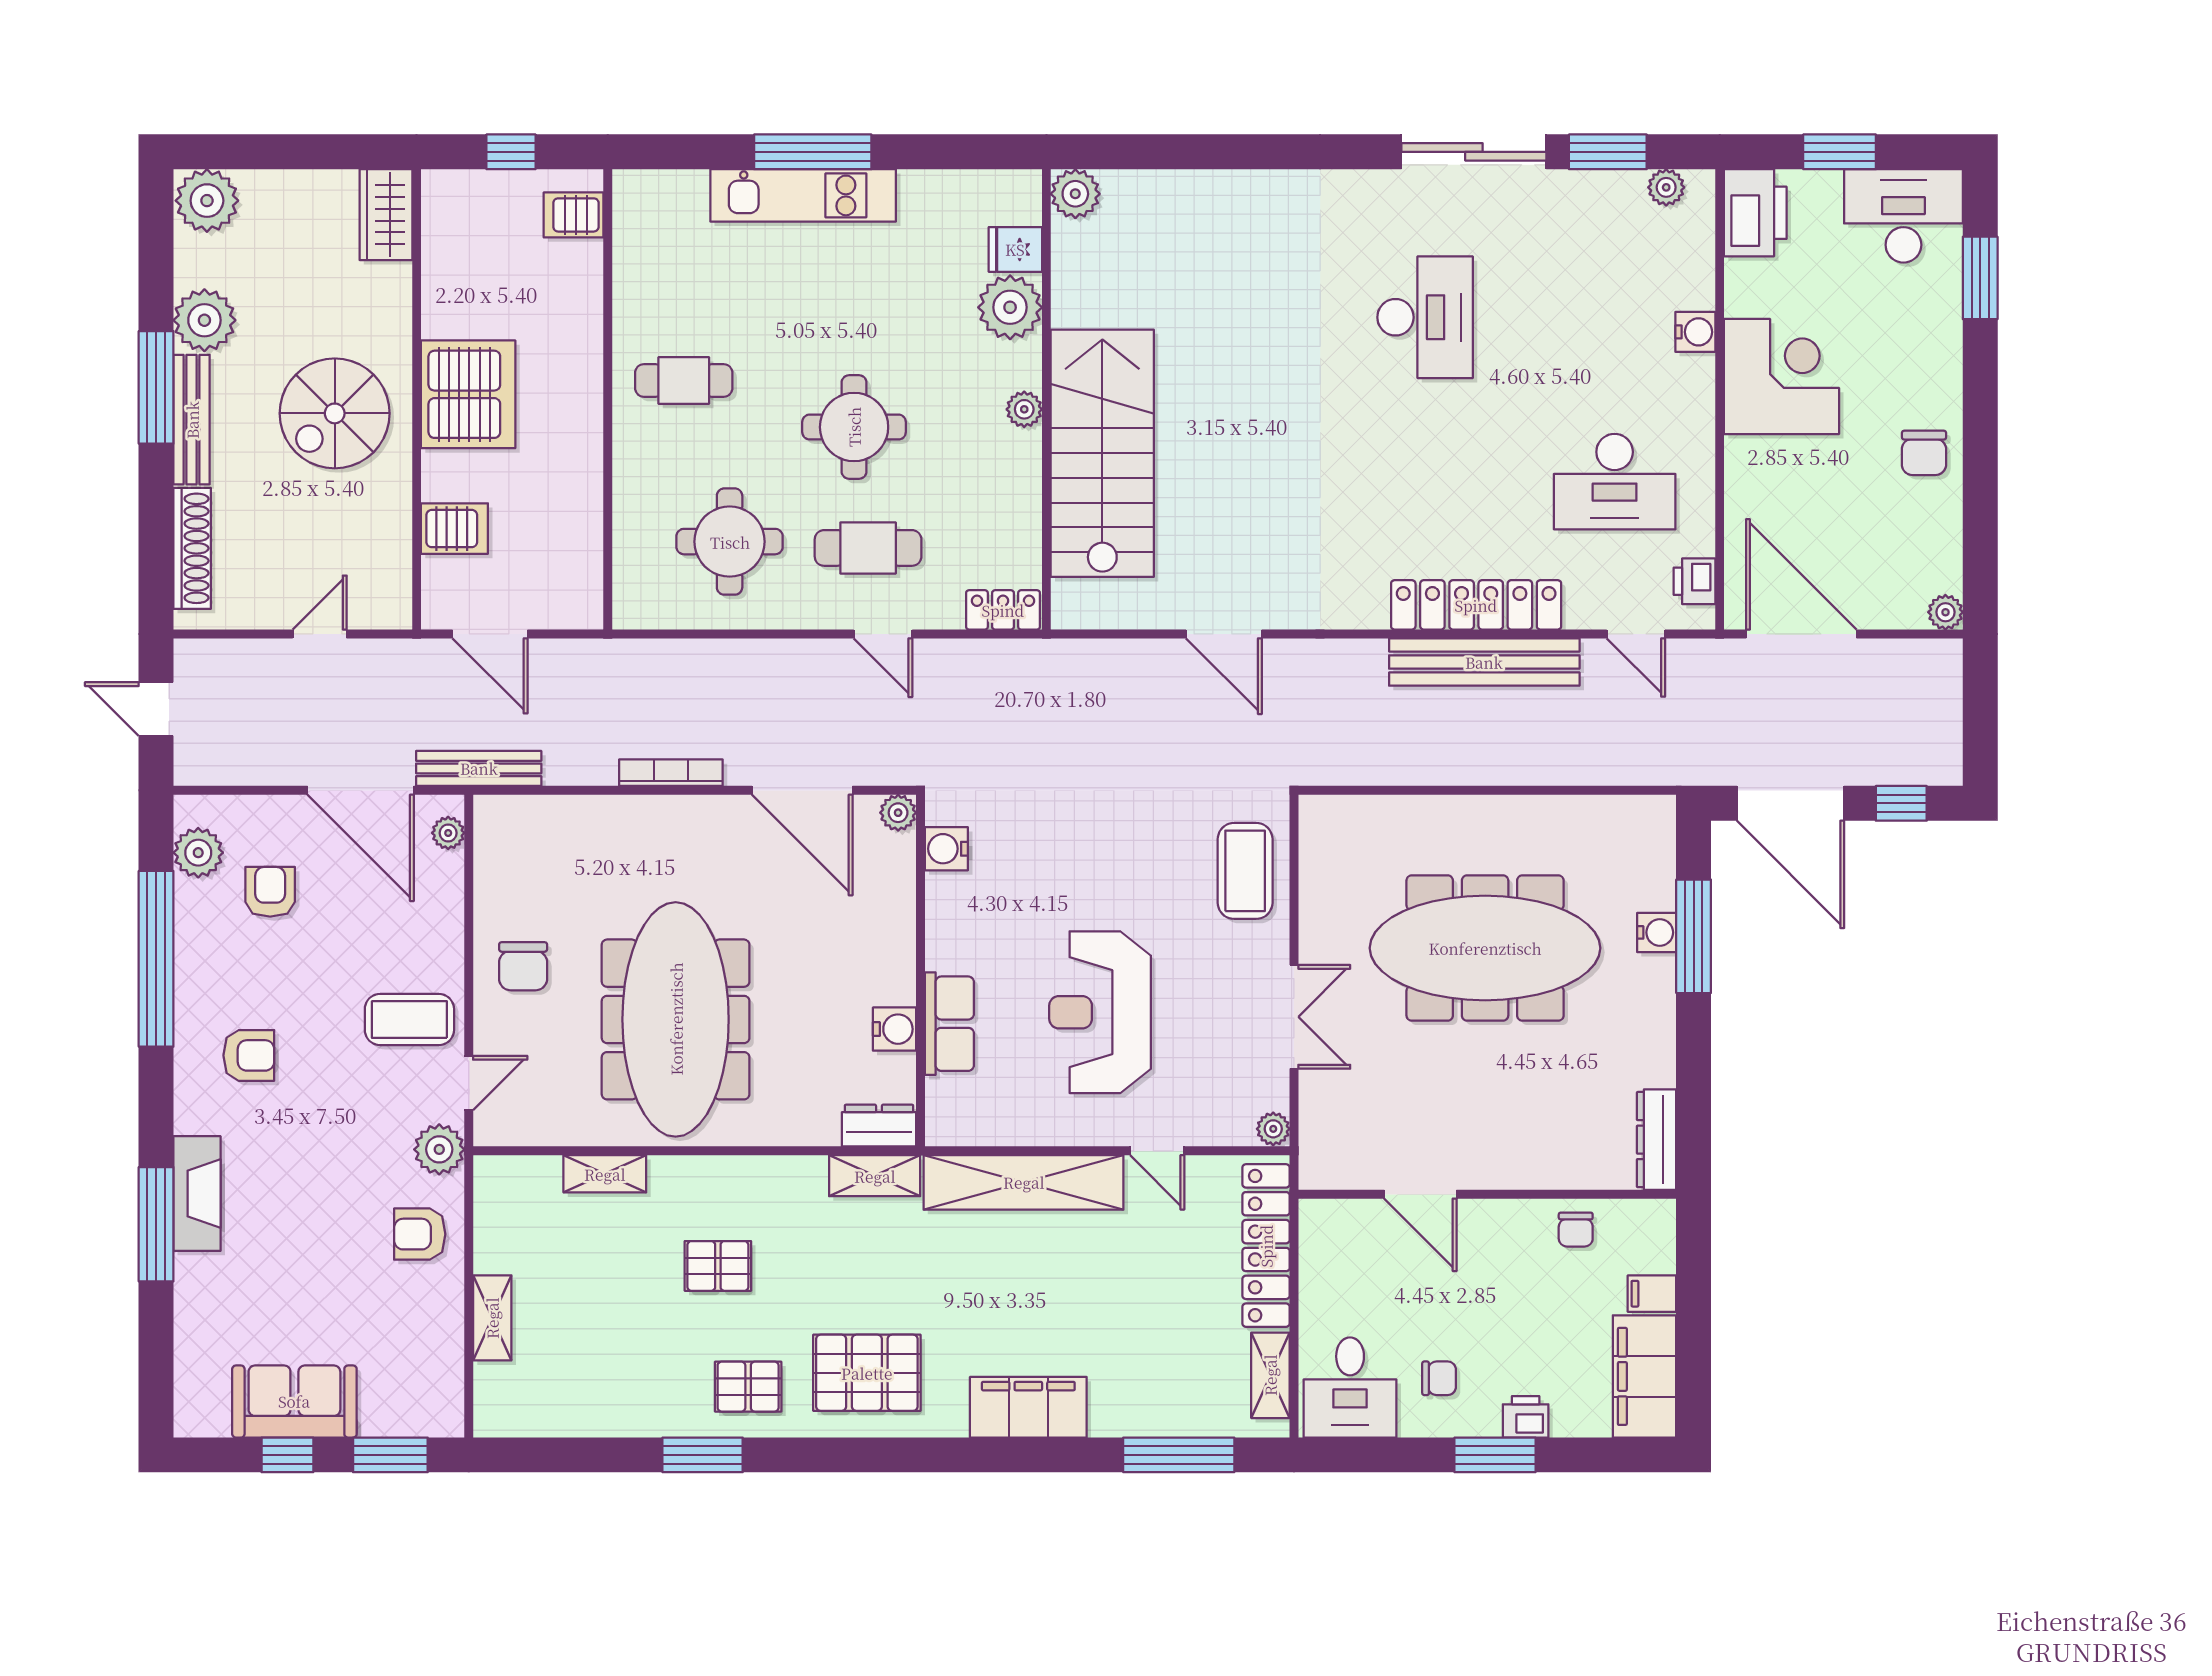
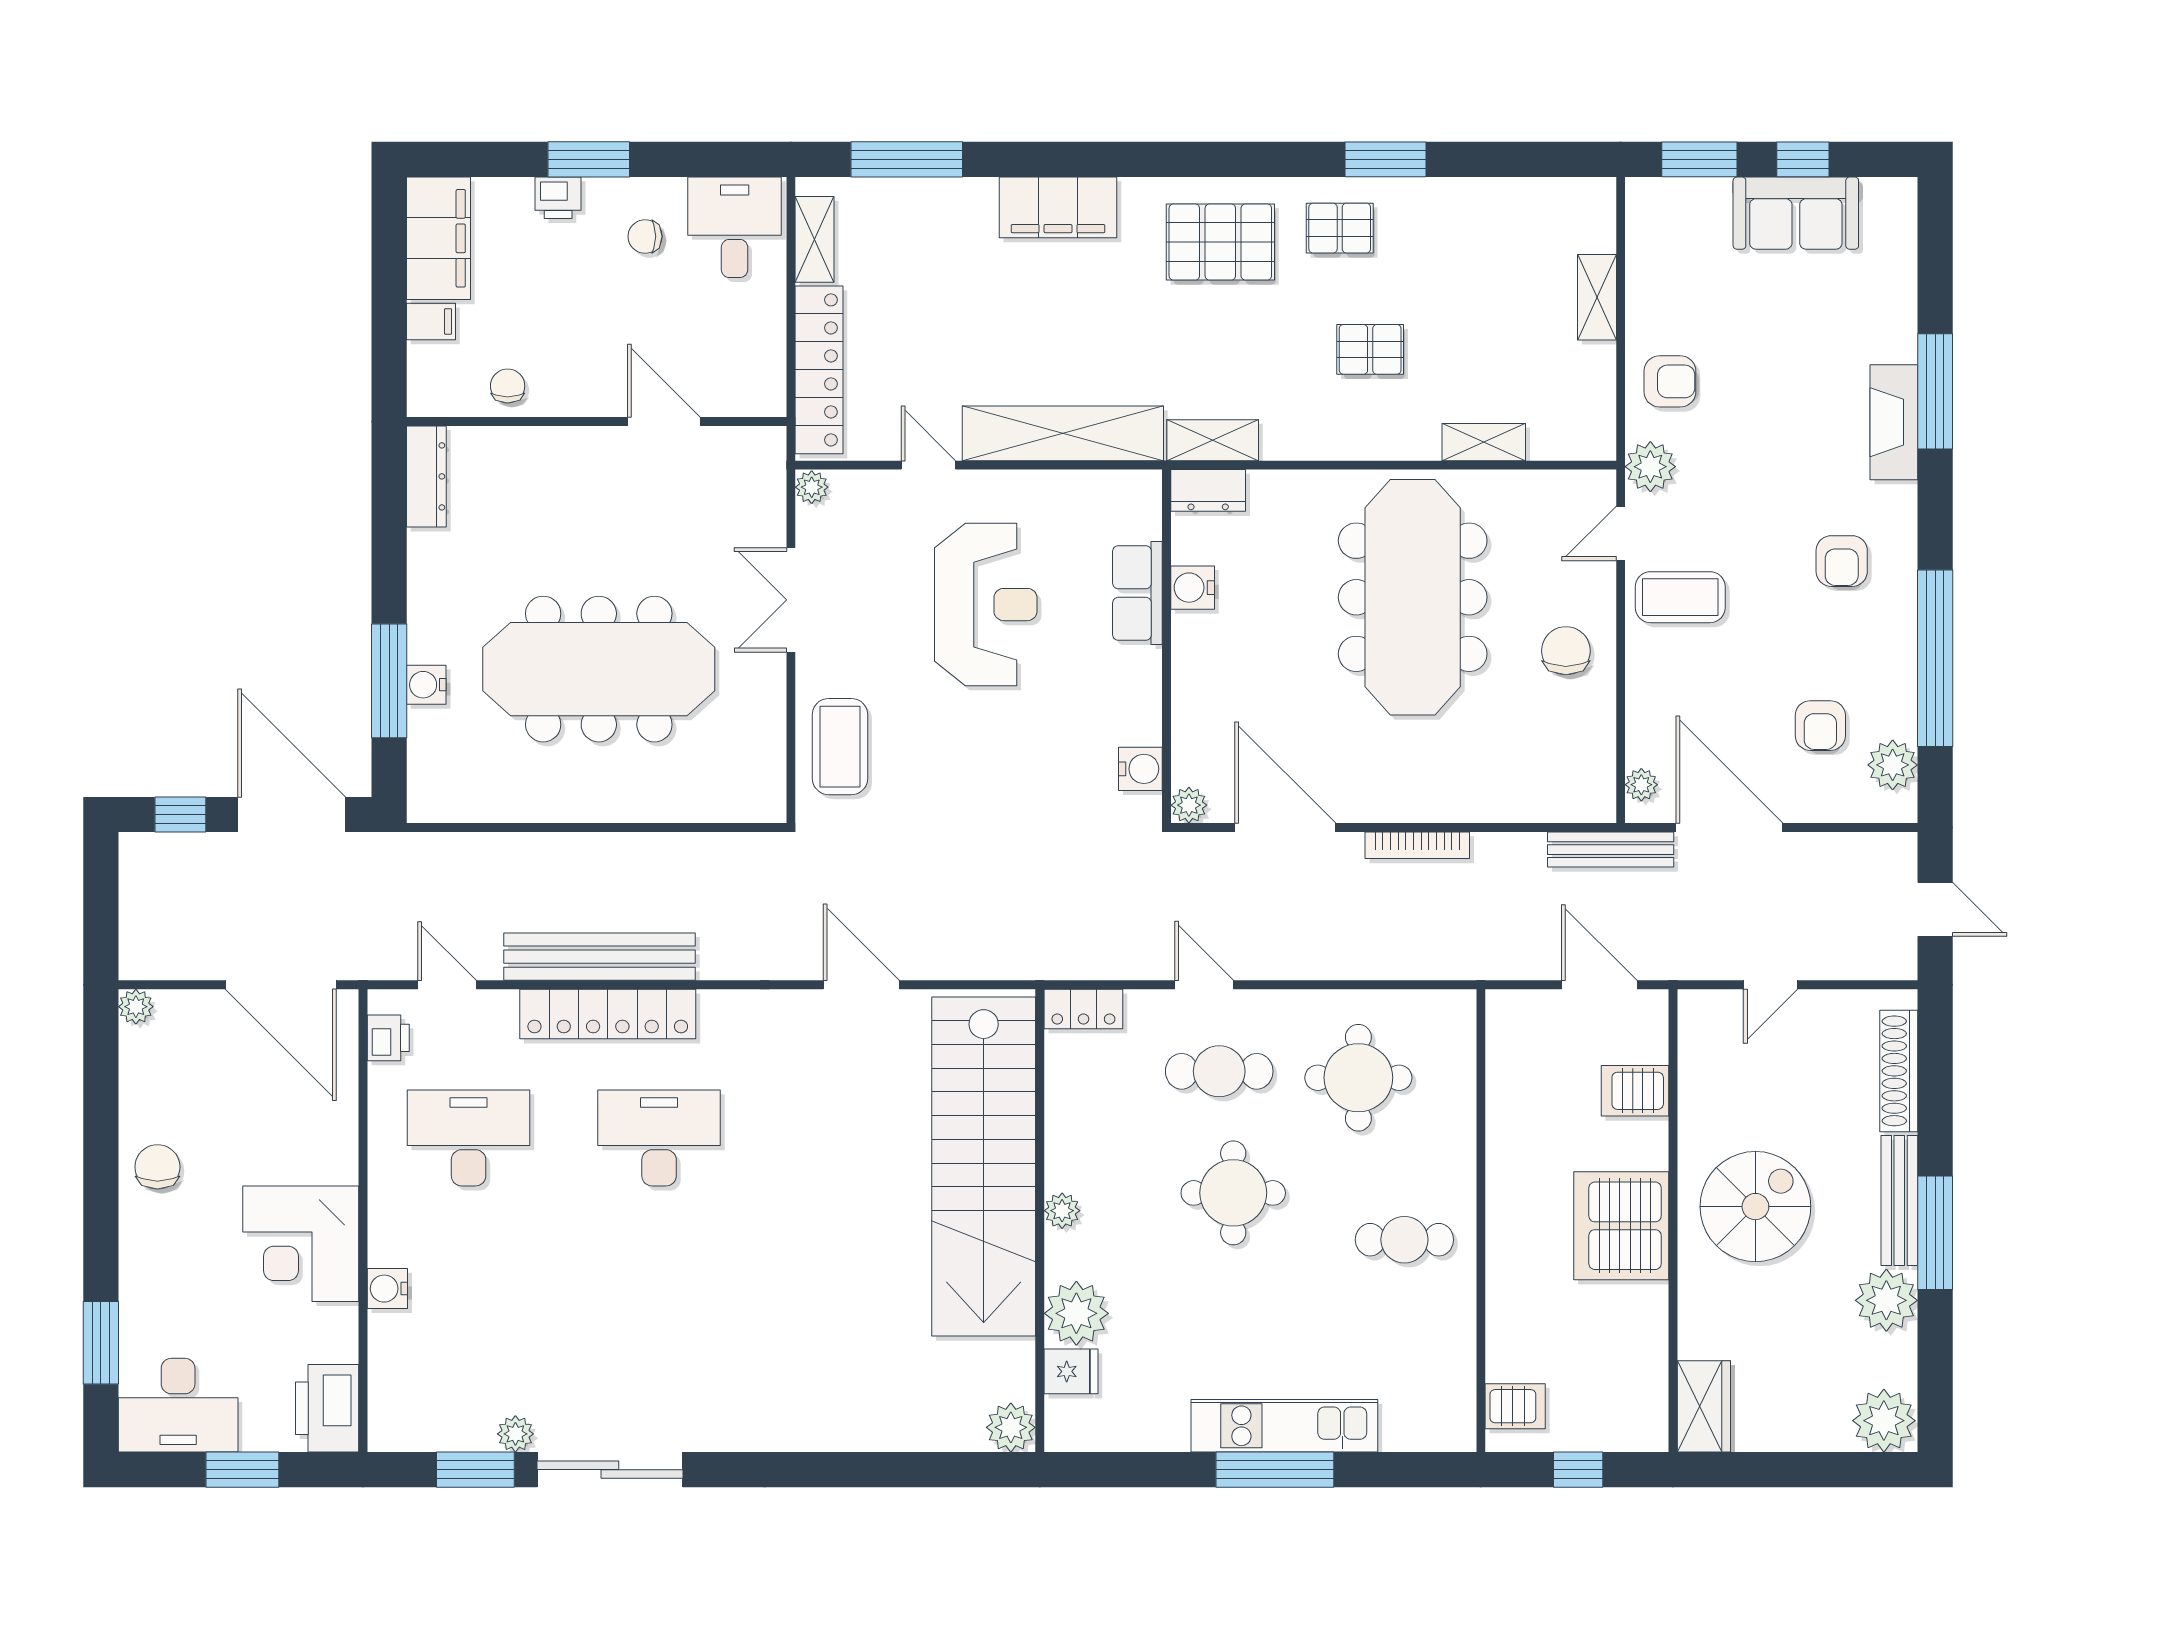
plant: (1666, 187) -> (515, 1434), moved
desk: (1425, 317) -> (659, 1138), moved, turned 90
stairs: (1102, 453) -> (984, 1167), width x1.36
armchair: (249, 1055) -> (1842, 561), turned -90

